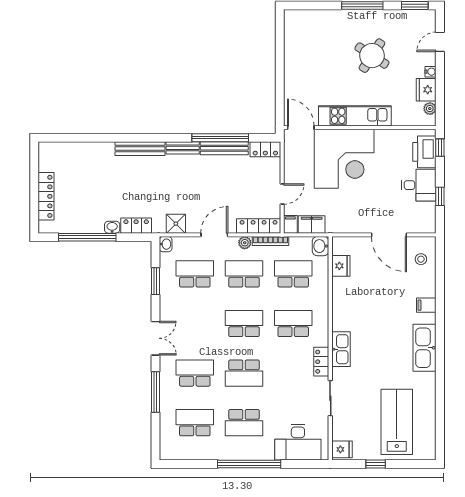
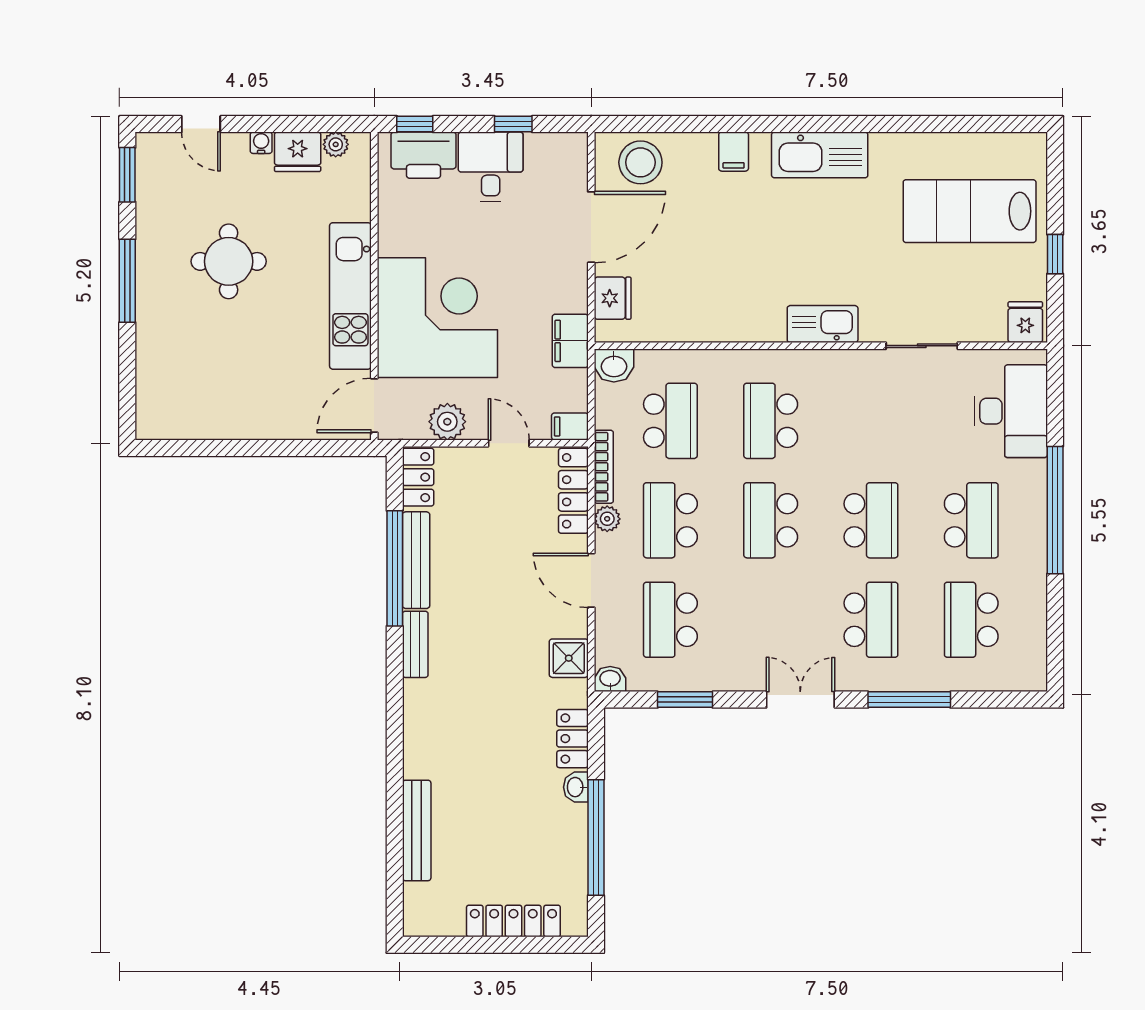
round table: (372, 56) -> (229, 261), turned -33
bench: (140, 149) -> (417, 830), moved
plant: (293, 164) -> (447, 422), added
filing cabinet: (312, 224) -> (570, 341), moved
stool: (421, 259) -> (640, 162), width x1.89, depth x1.89
fridge: (341, 266) -> (613, 298), moved, turned 90
school desk: (293, 274) -> (670, 421), turned 180
locker: (321, 362) -> (848, 364), removed
school desk: (195, 373) -> (871, 620), turned 180

